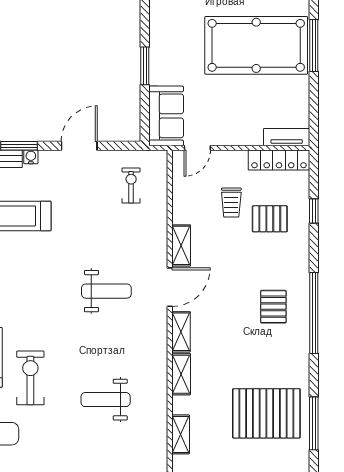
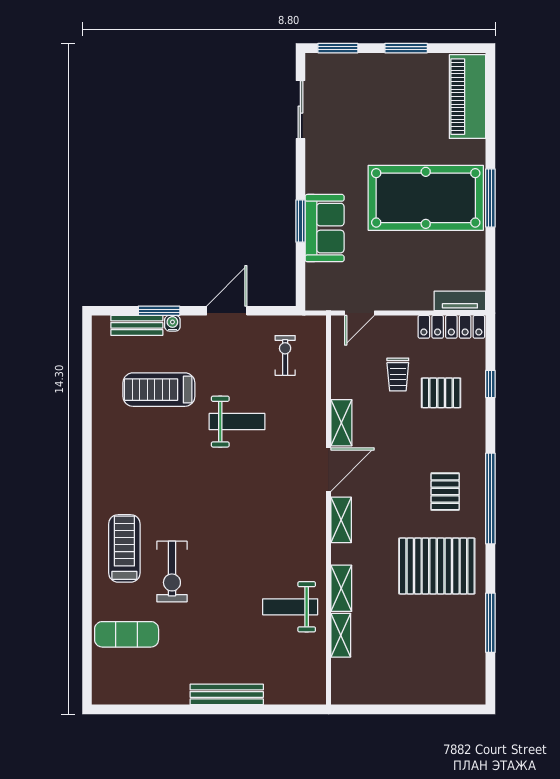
sofa: (166, 116) -> (325, 228), moved
weight bench: (106, 291) -> (237, 422), moved
shelving: (181, 374) -> (341, 588), moved
exercise bike: (30, 378) -> (172, 572), turned 180
weight bench: (106, 400) -> (290, 607), moved
pallet: (266, 413) -> (437, 566), moved

